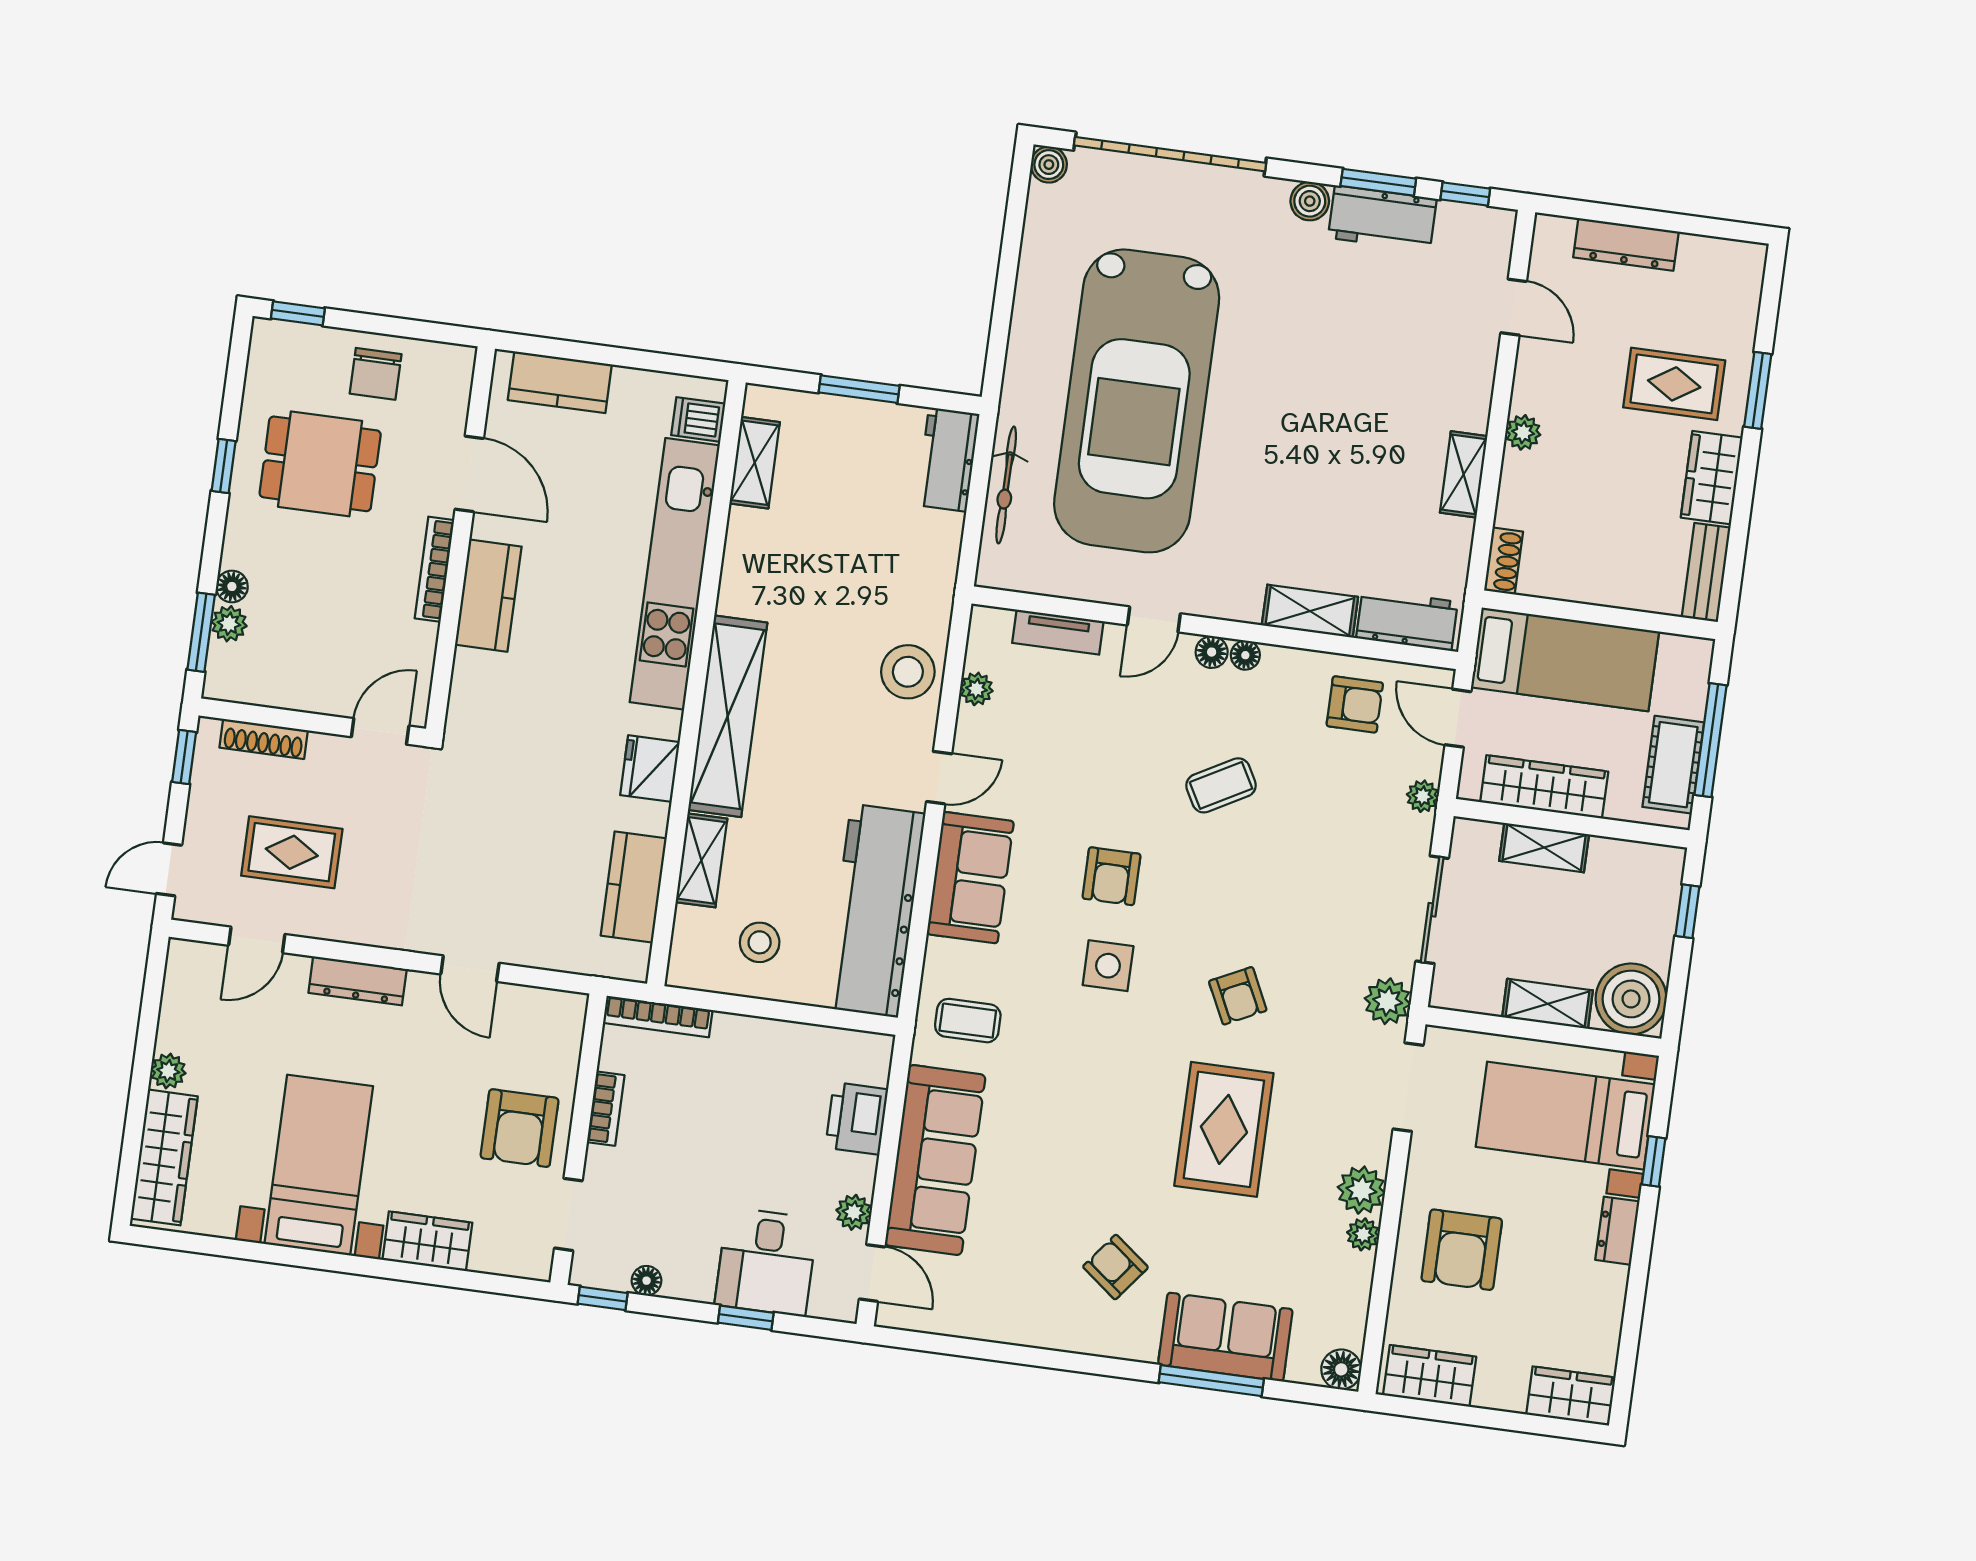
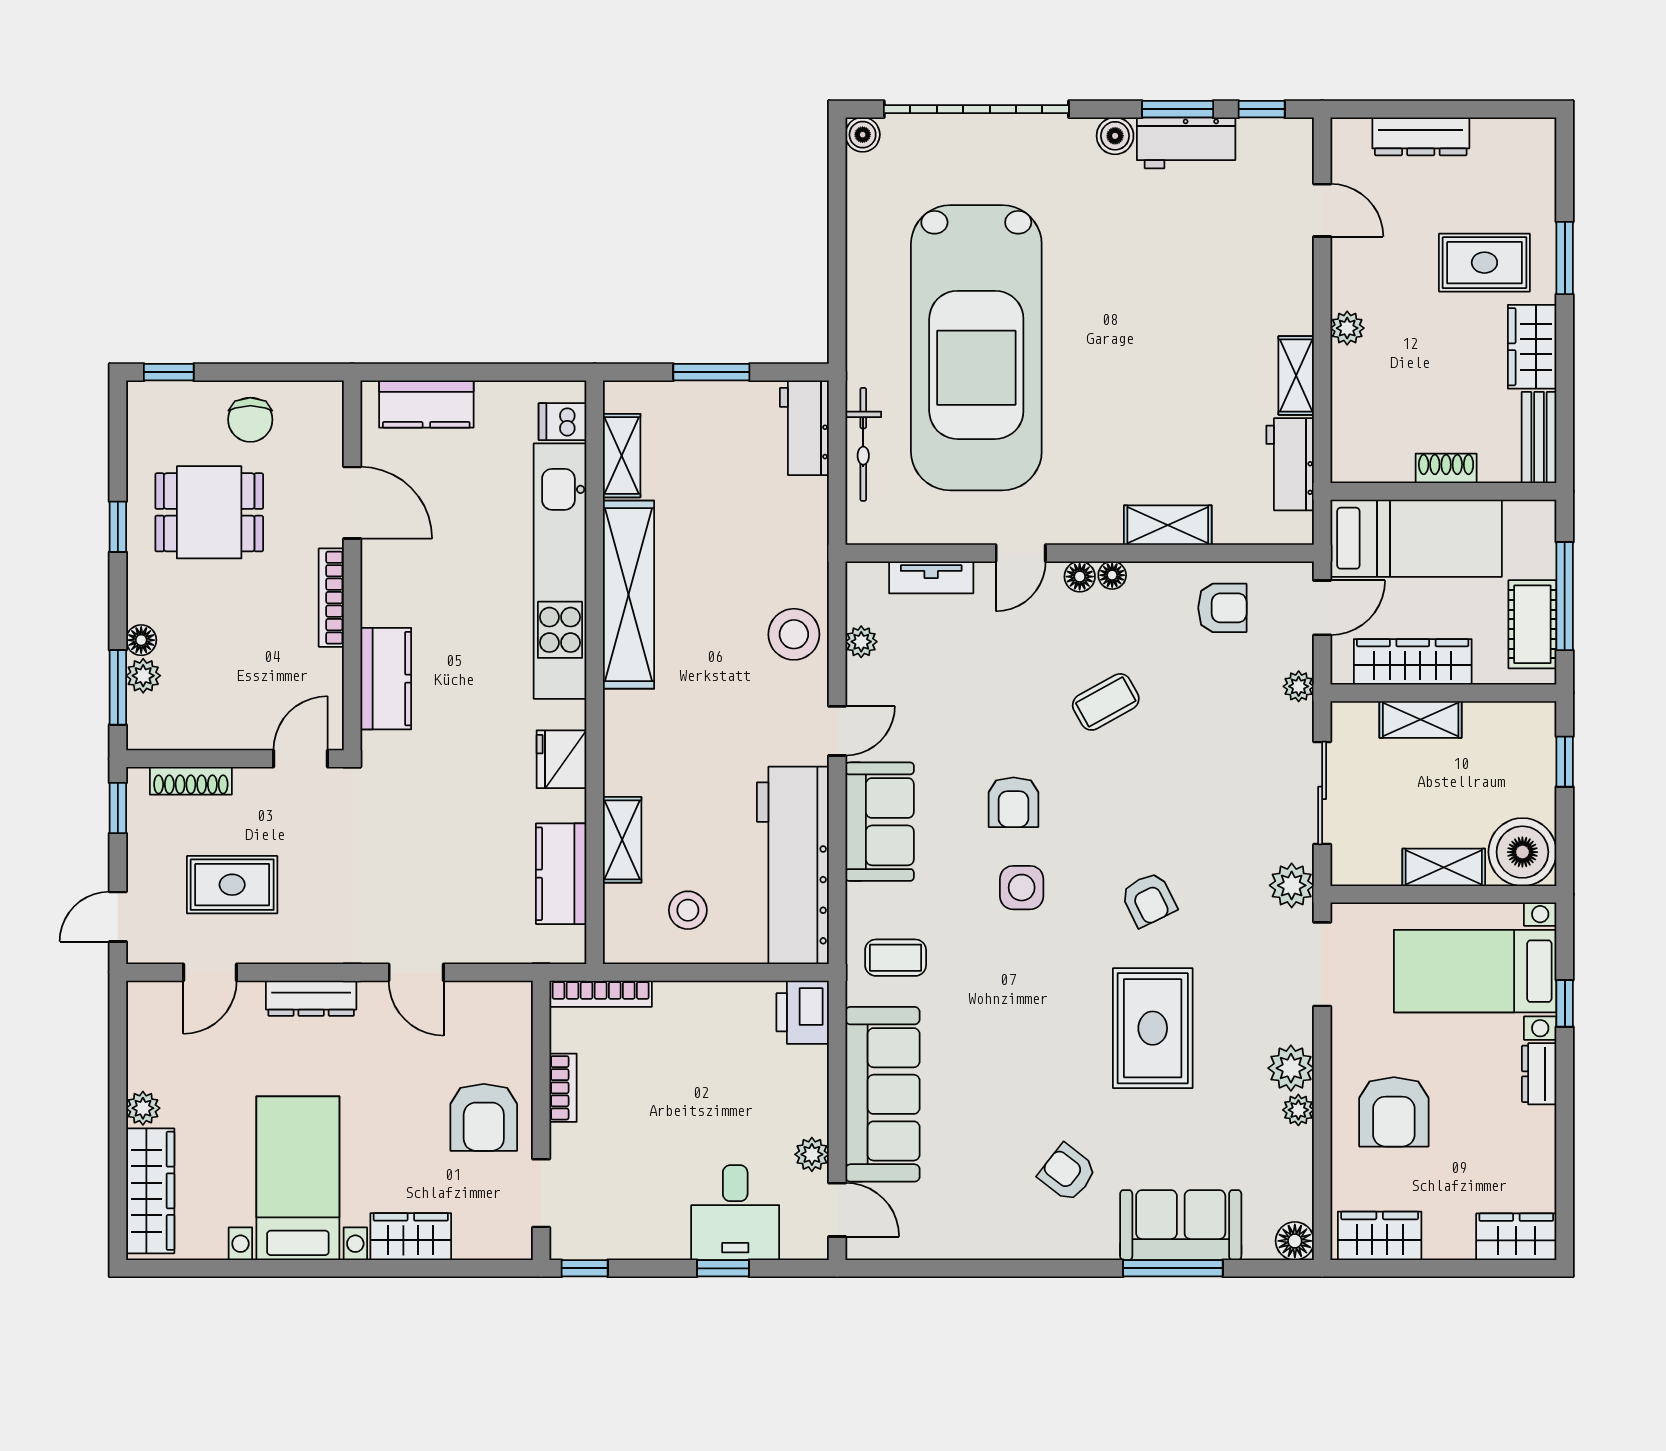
shoe rack: (1504, 561) -> (1446, 468), moved, turned -90
kitchen counter: (488, 596) -> (386, 679), moved
workbench: (1407, 620) -> (1290, 464), moved, turned -90
shelving: (728, 716) -> (628, 595), moved
door: (1458, 718) -> (1322, 608), swing flipped
printer: (857, 1118) -> (803, 1012), moved
floor lamp: (647, 1281) -> (624, 1246), removed

